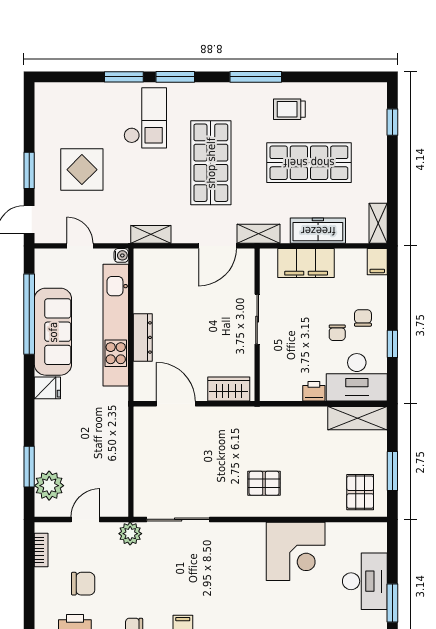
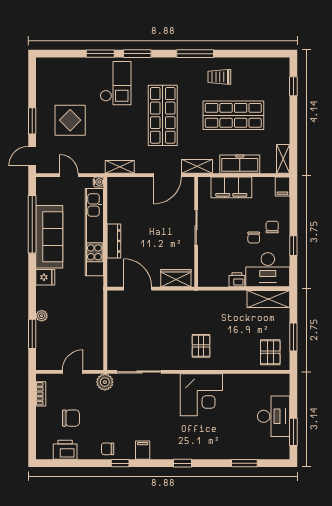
pallet: (264, 483) -> (201, 346), turned 90
plant: (49, 486) -> (42, 316), moved, width x0.53, depth x0.53
corner desk: (296, 551) -> (201, 395), moved

